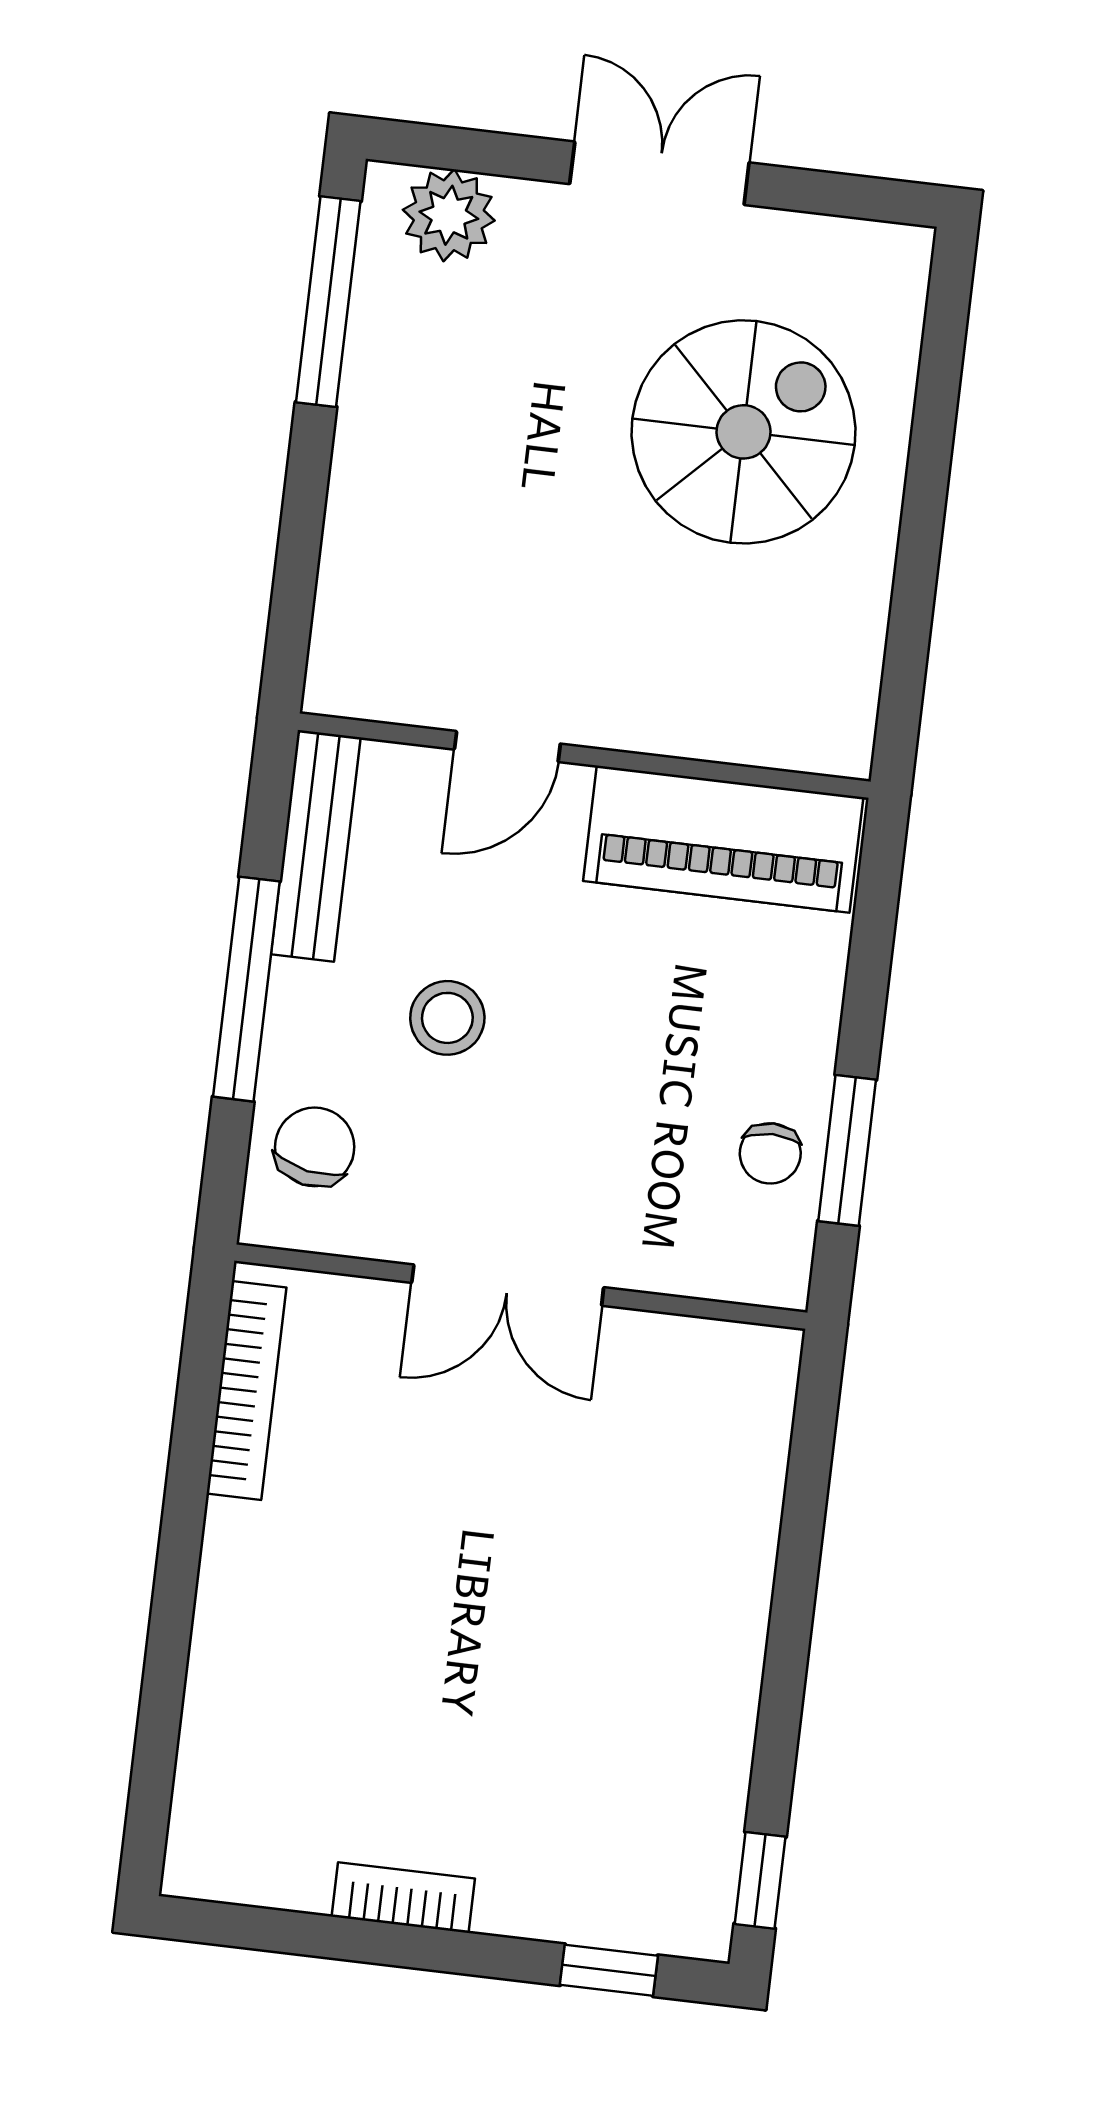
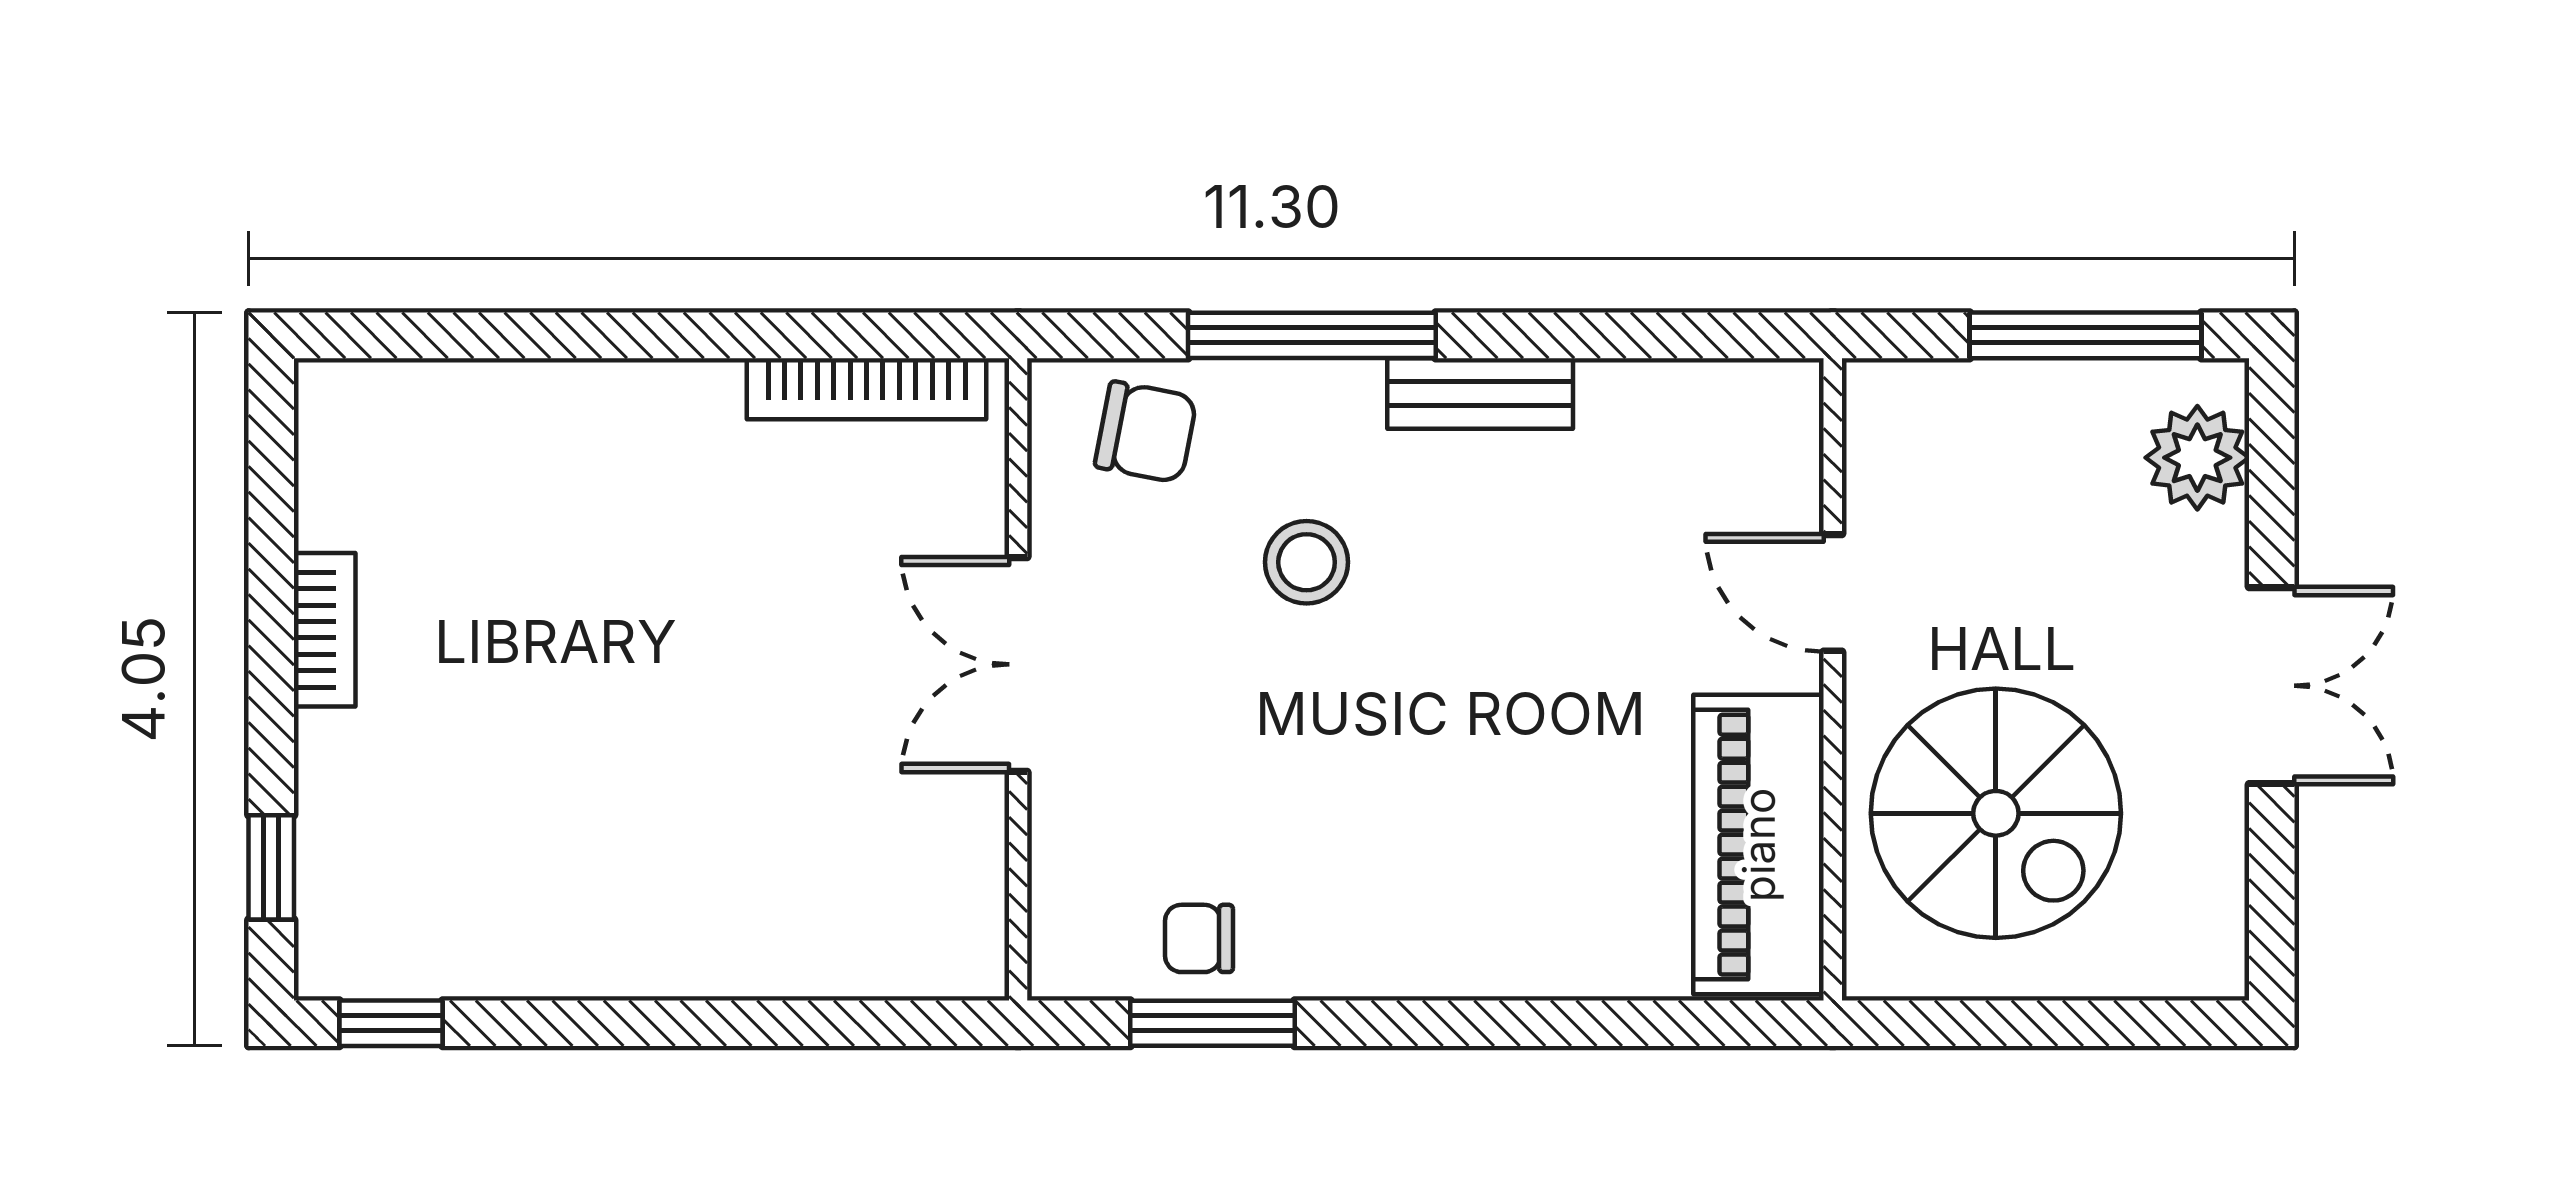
door: (507, 747) -> (1833, 593), moved
wall: (584, 756) -> (1833, 679), moved
piano: (723, 839) -> (1759, 845), moved
bench: (316, 846) -> (1480, 393), width x0.73

